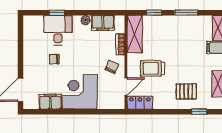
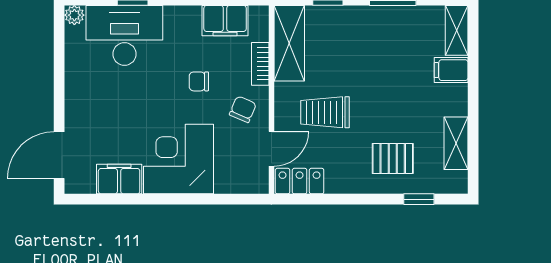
plant: (86, 20) -> (74, 15), moved
desk: (58, 30) -> (124, 35), width x1.37
chair: (54, 59) -> (199, 81), moved

